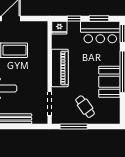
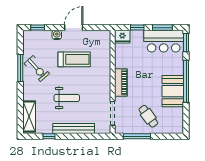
piano: (60, 68) -> (121, 82), width x0.73, depth x0.75

